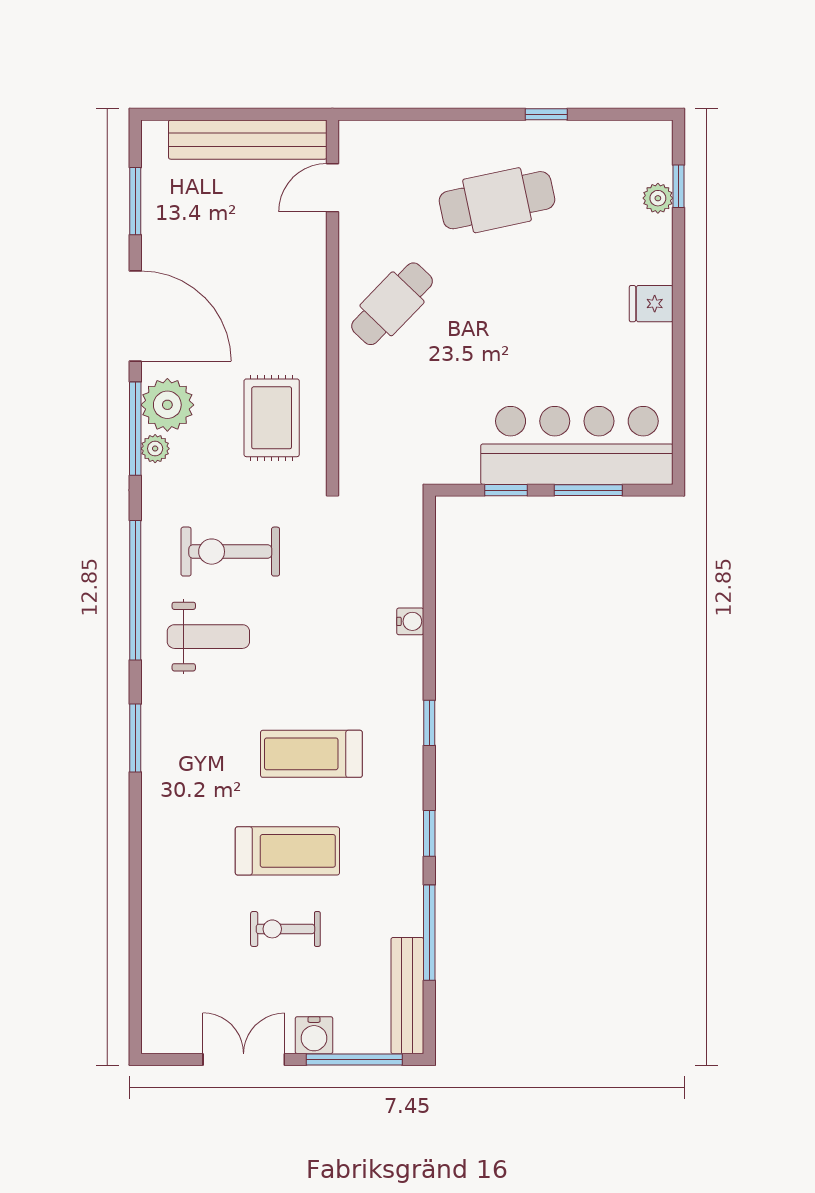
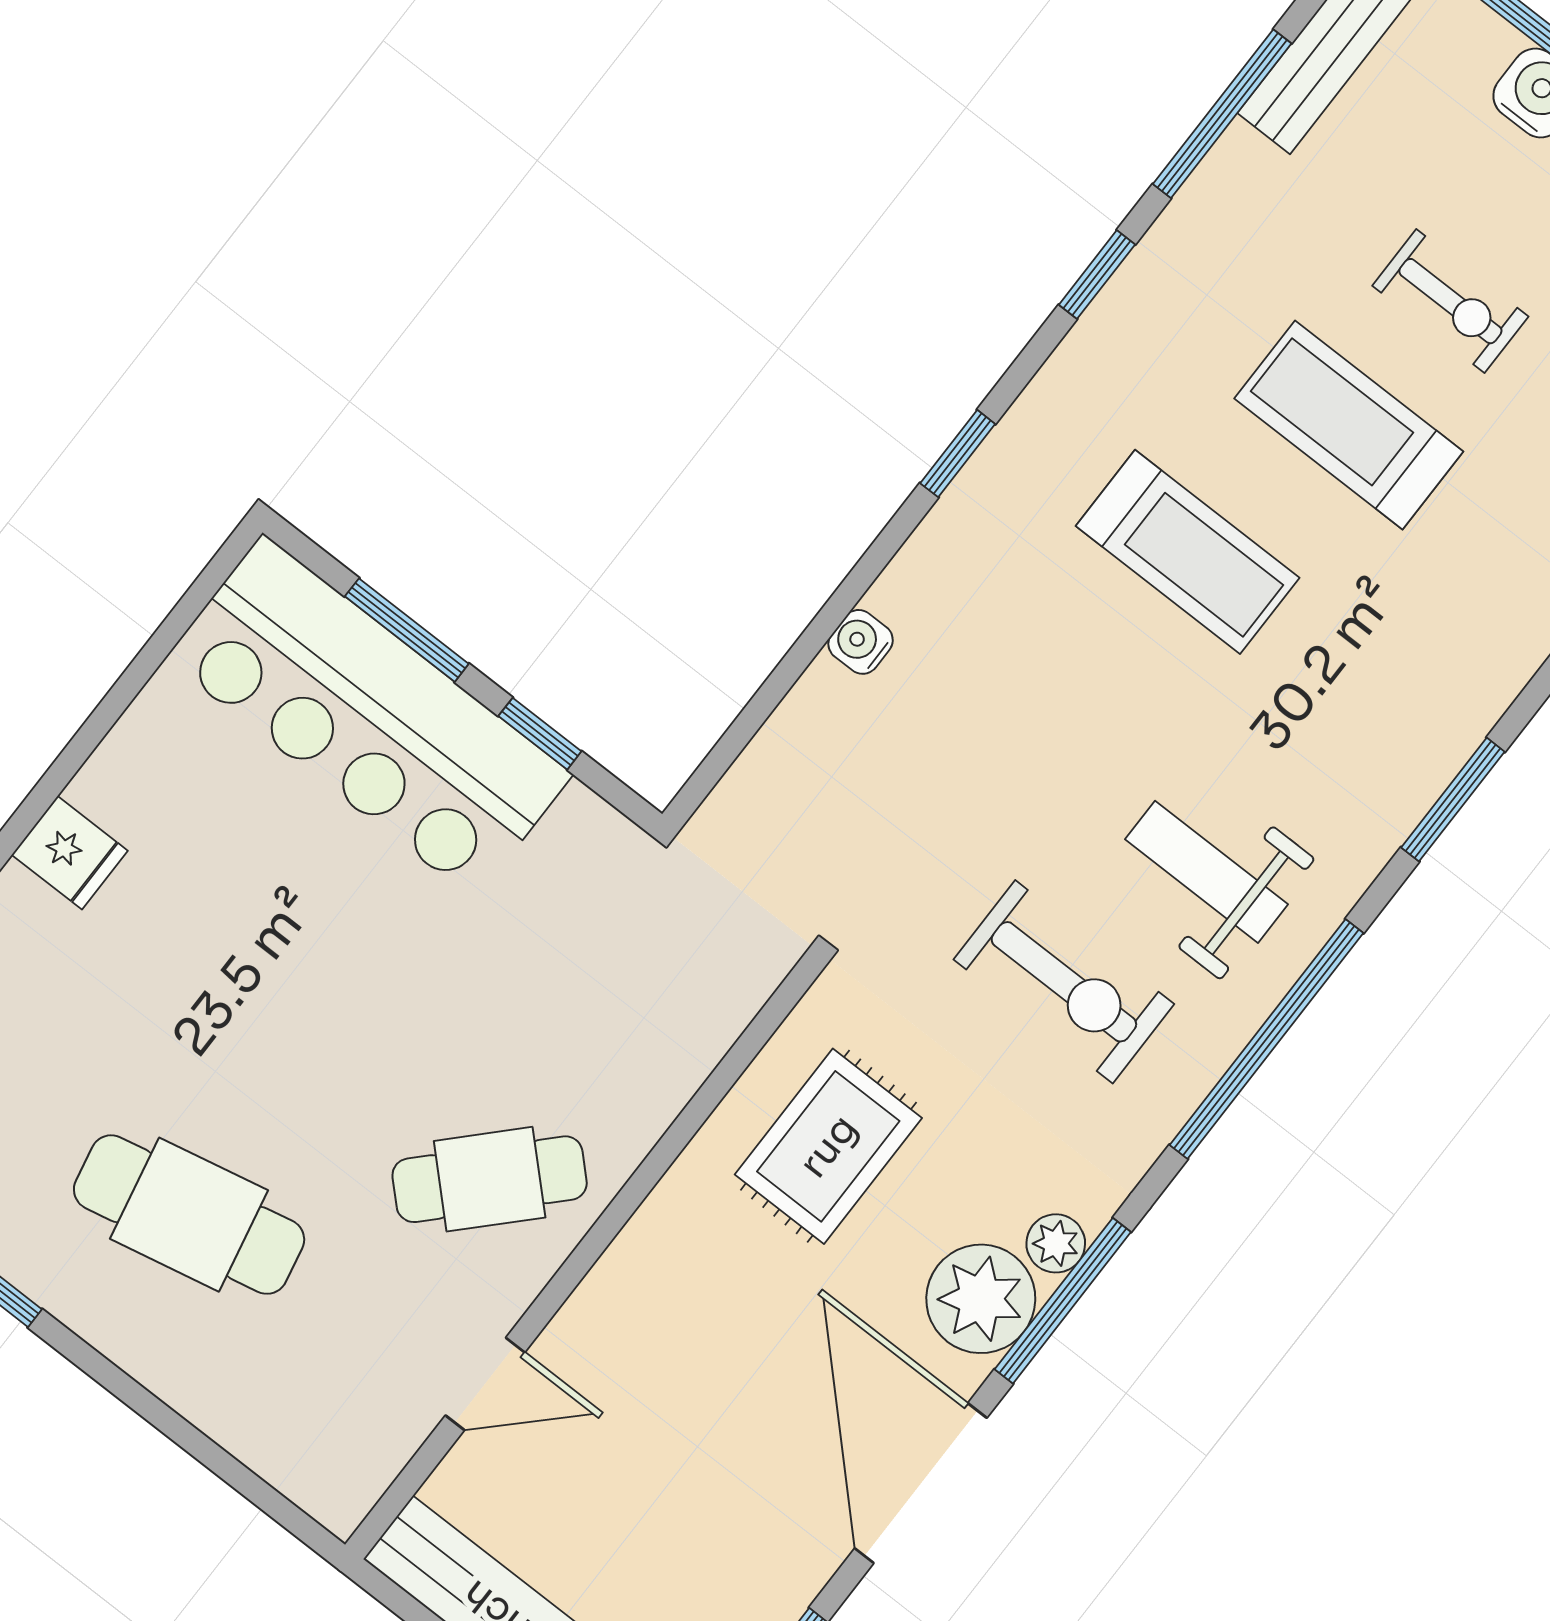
door: (332, 188) -> (485, 1384), moved

